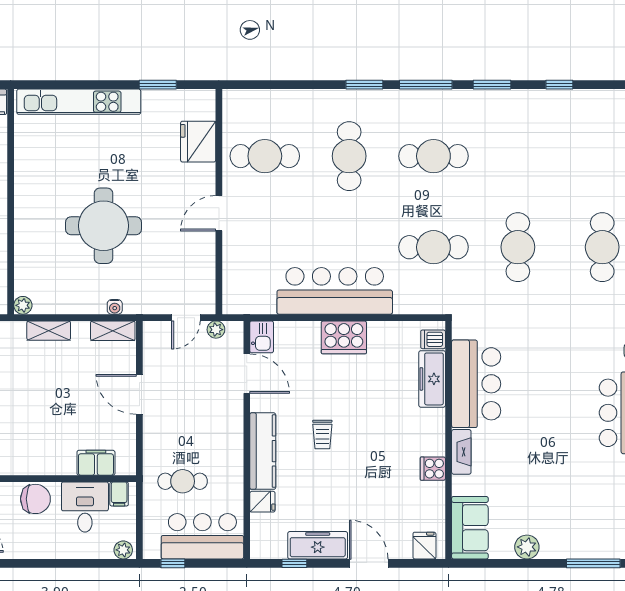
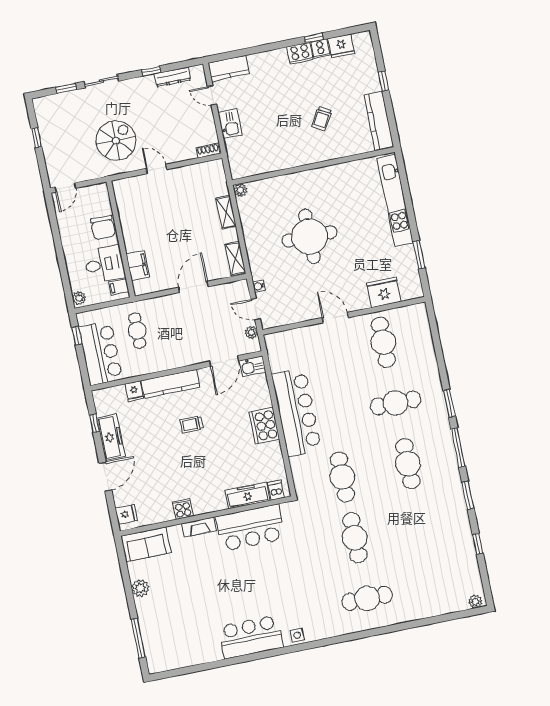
cafe table: (518, 247) -> (355, 538), turned 90
water cooler: (115, 307) -> (259, 286), moved

